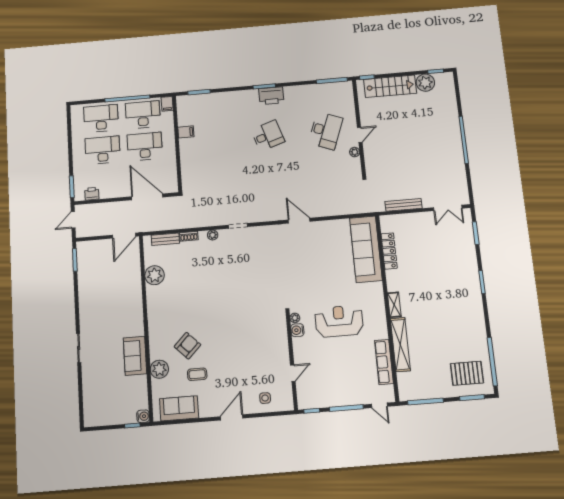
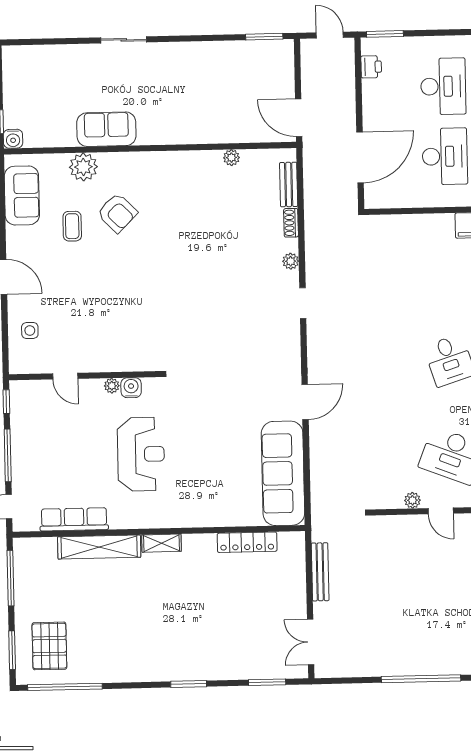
sofa: (366, 249) -> (283, 473), moved, turned -90
plant: (155, 275) -> (231, 158), width x0.53, depth x0.53
plant: (295, 318) -> (112, 386), moved

